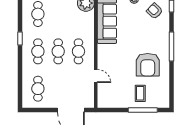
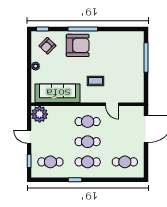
armchair: (148, 65) -> (78, 45), moved
door: (96, 76) -> (112, 104), swing flipped
coffee table: (140, 93) -> (96, 81), moved

